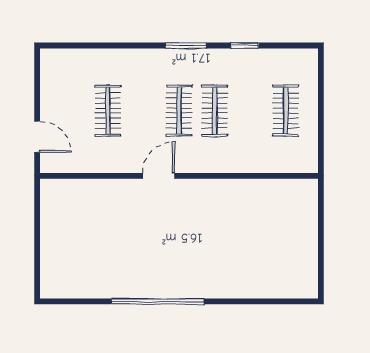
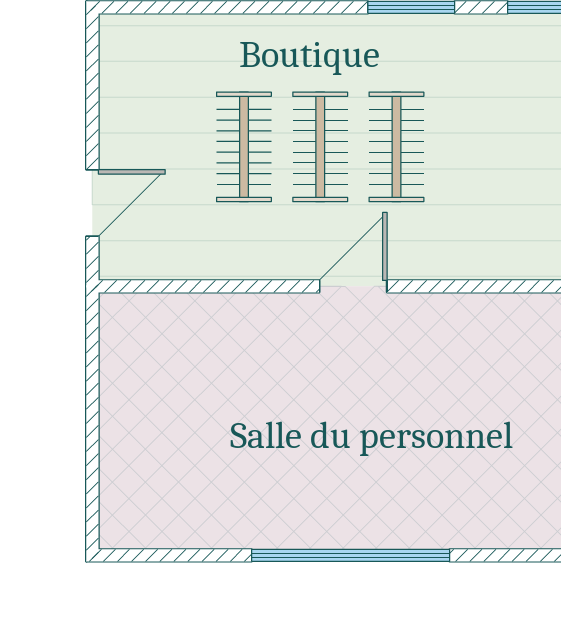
clothes rail: (215, 111) -> (320, 147), moved
door: (37, 137) -> (92, 203), hinge flipped

